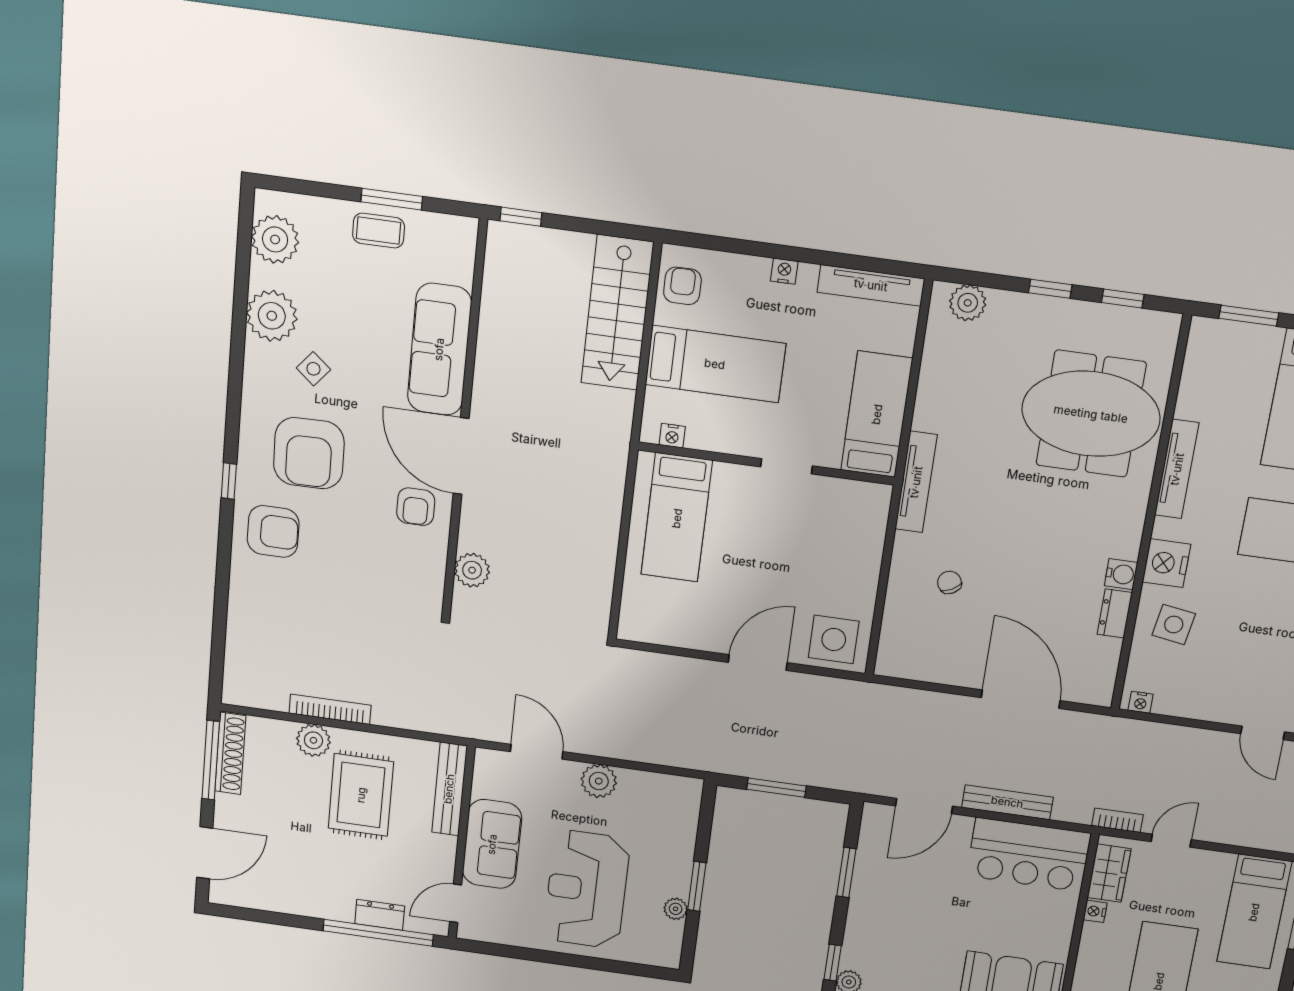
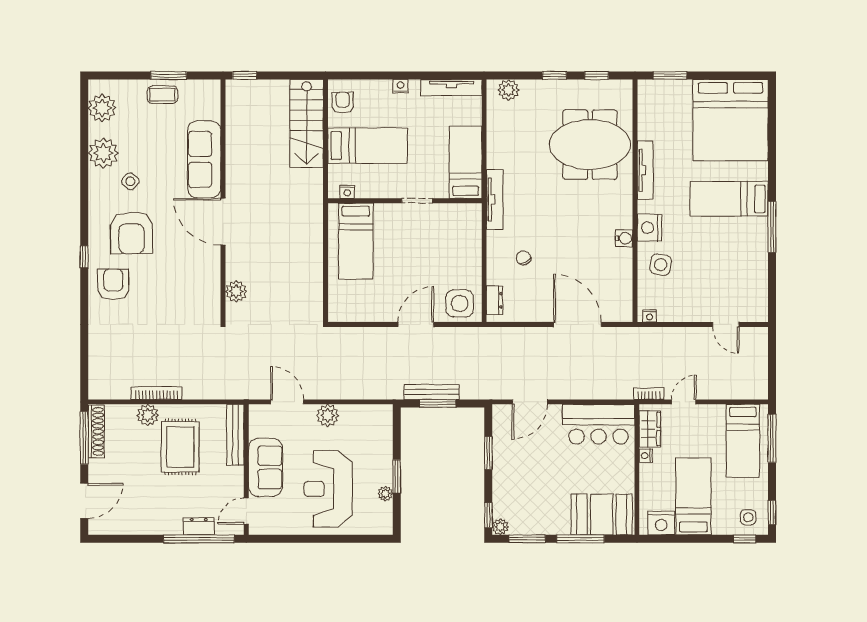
armchair: (416, 507) -> (199, 257), removed
armchair: (273, 531) -> (113, 284), turned -90
dresser: (1115, 613) -> (495, 300), moved, turned 180
bench: (1007, 802) -> (432, 392), moved

